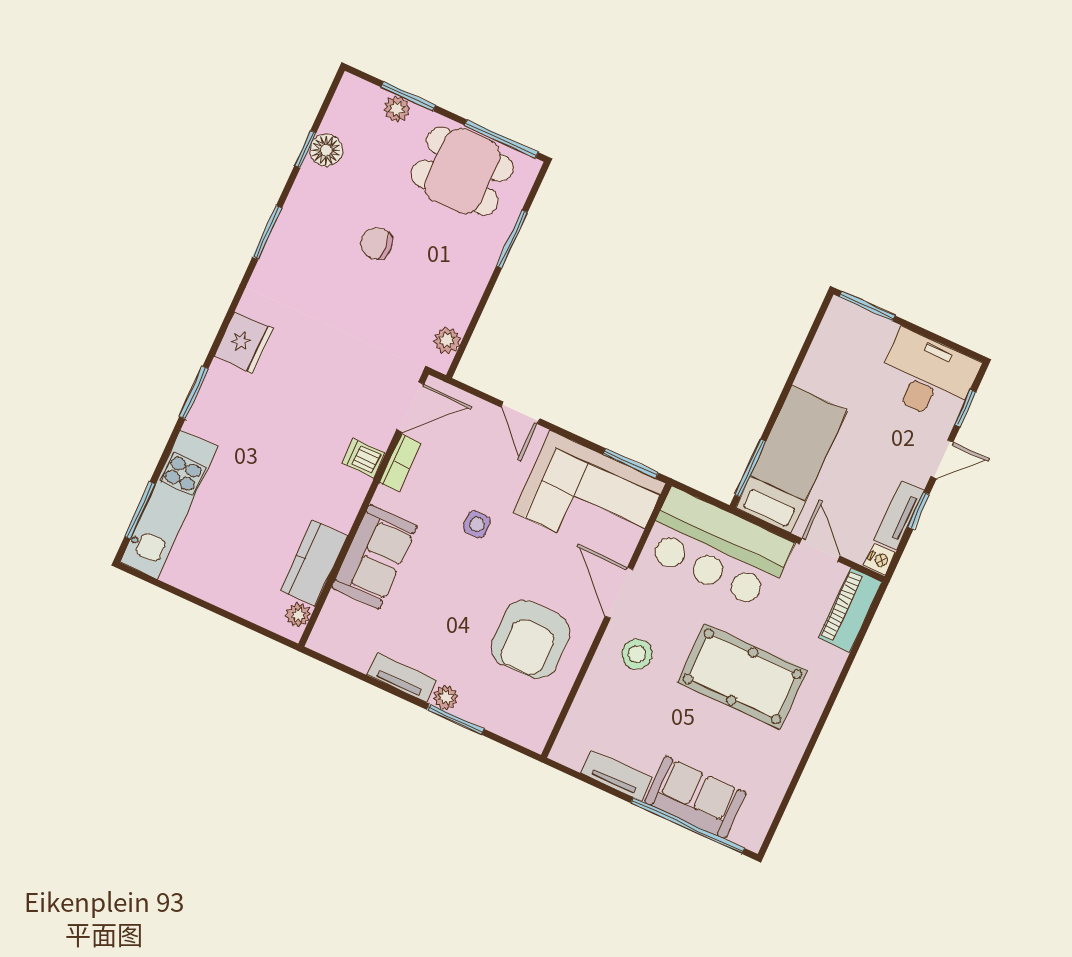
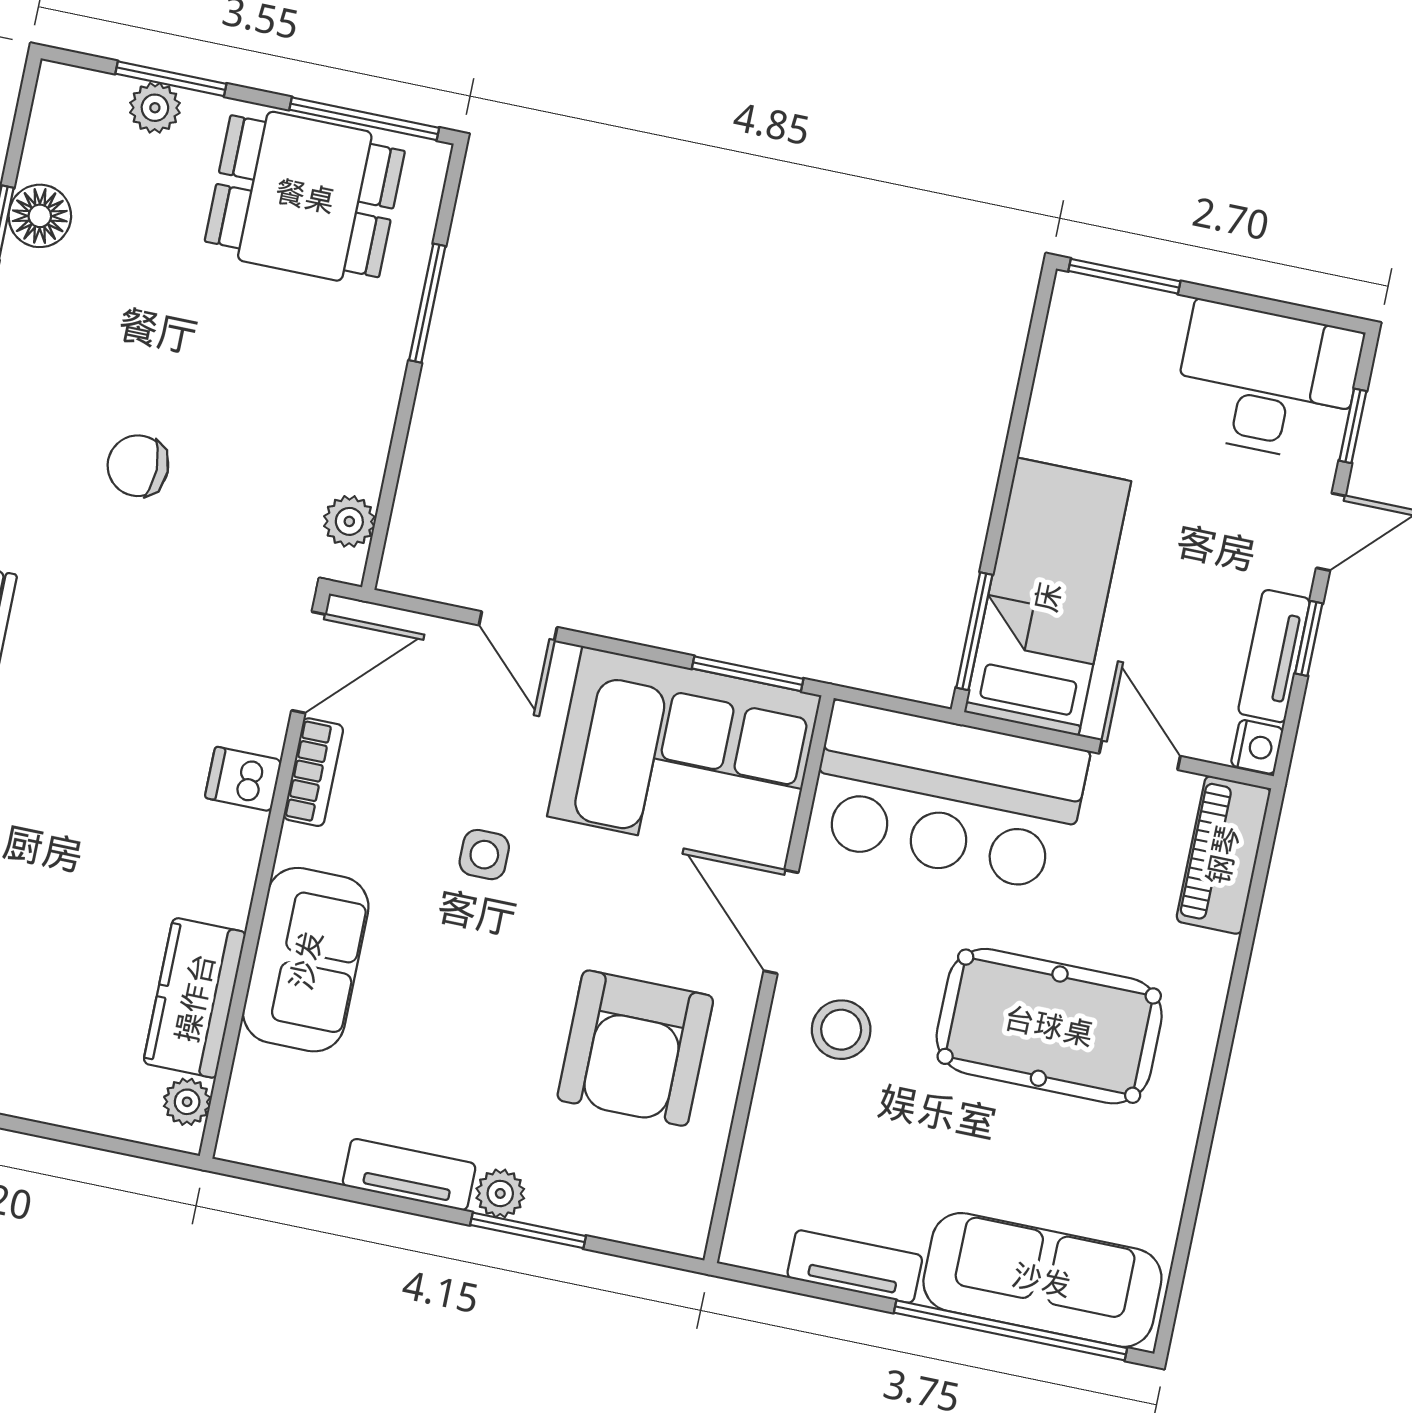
chair: (377, 243) -> (138, 466), moved
sofa: (695, 797) -> (1042, 1280), width x1.36

